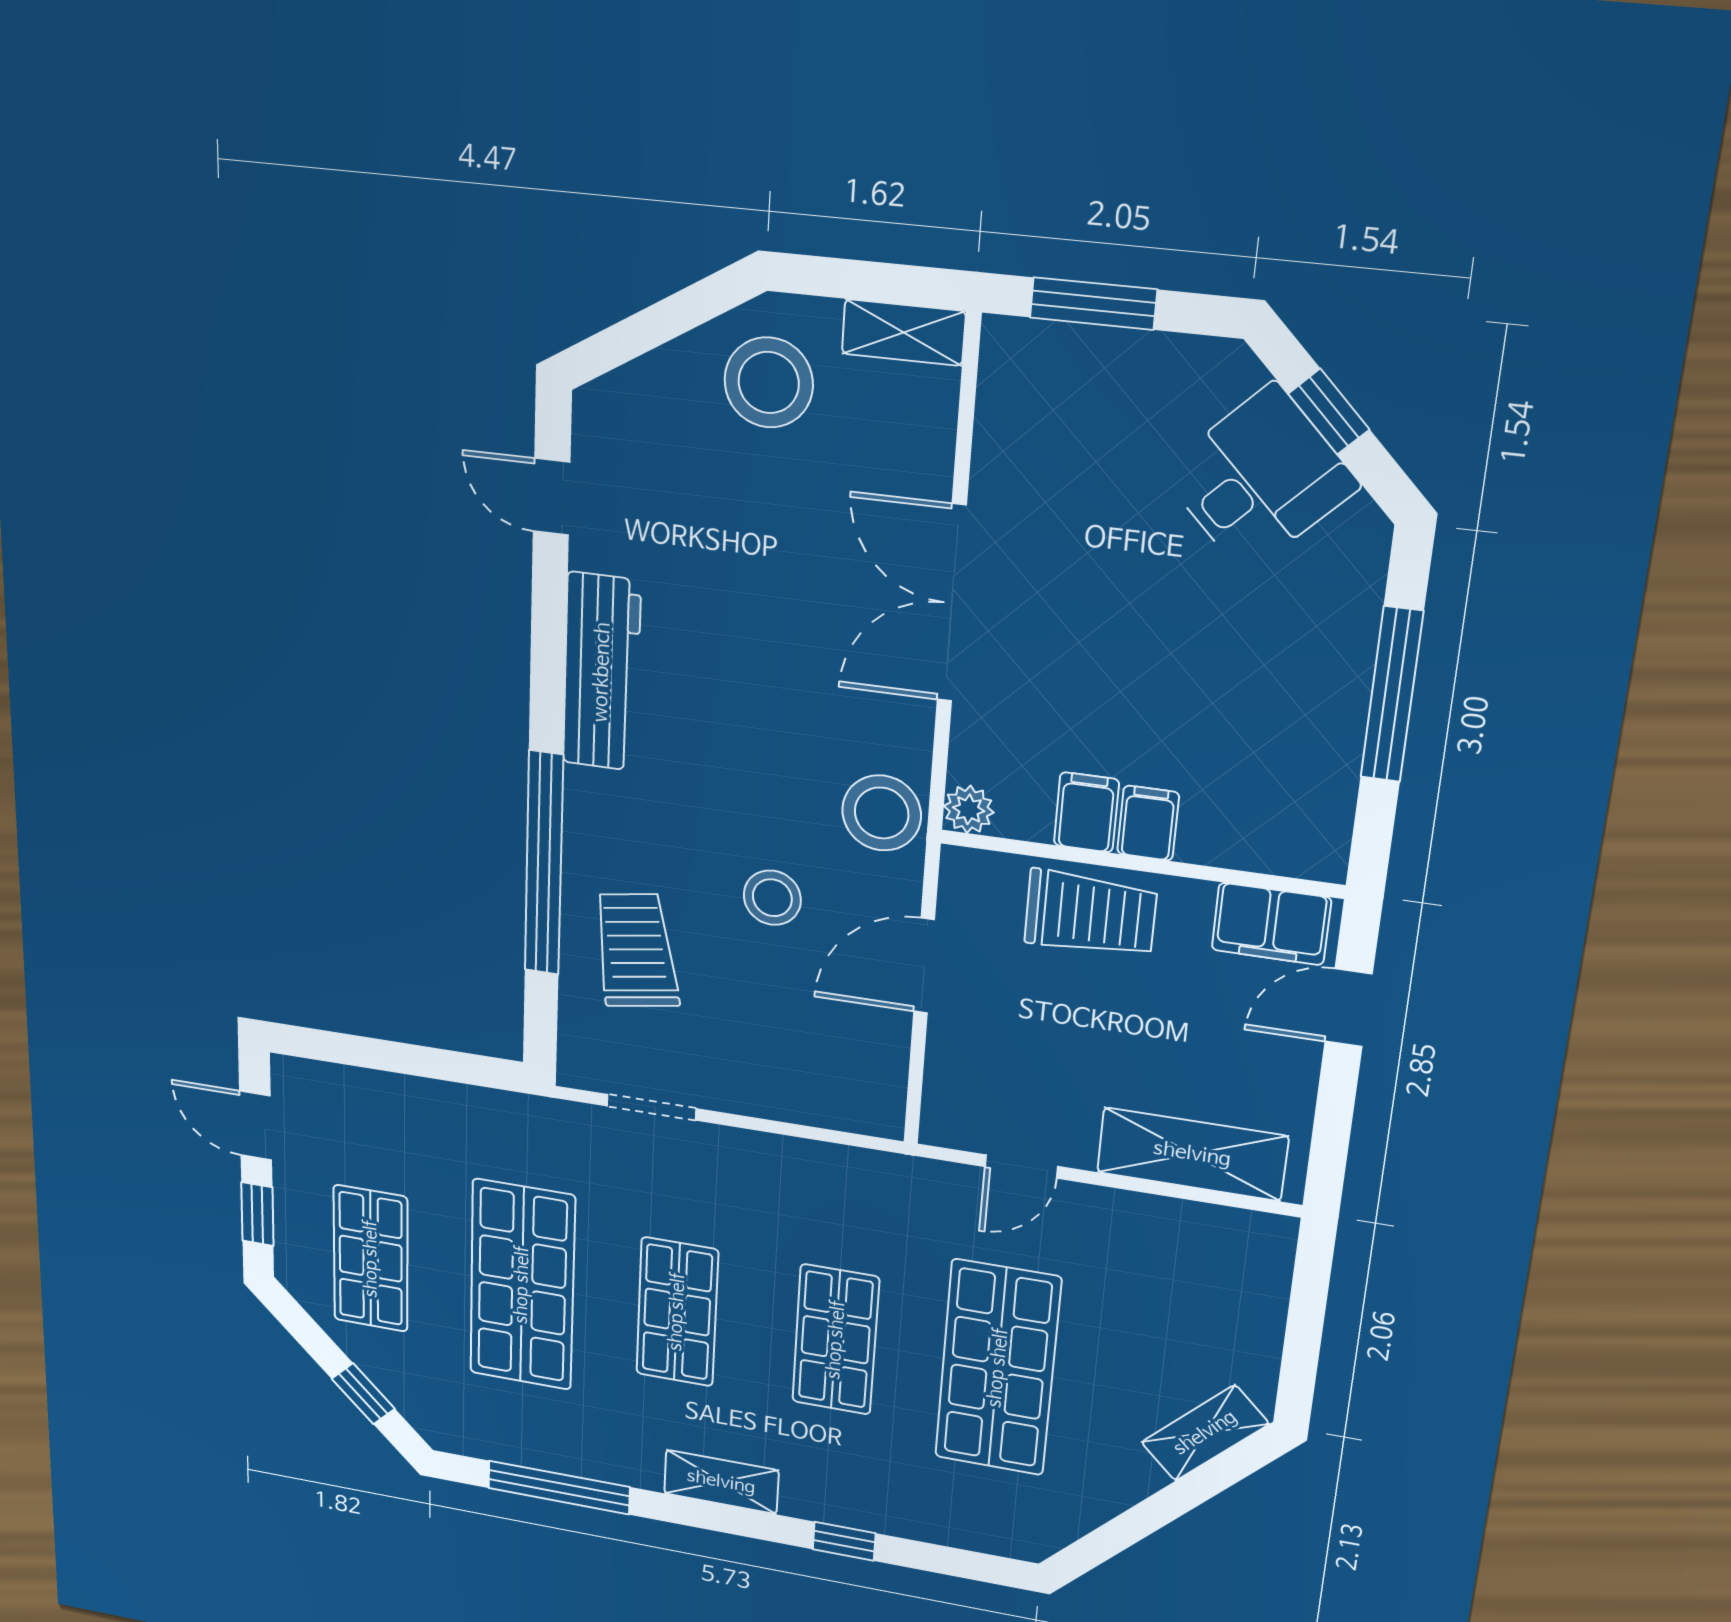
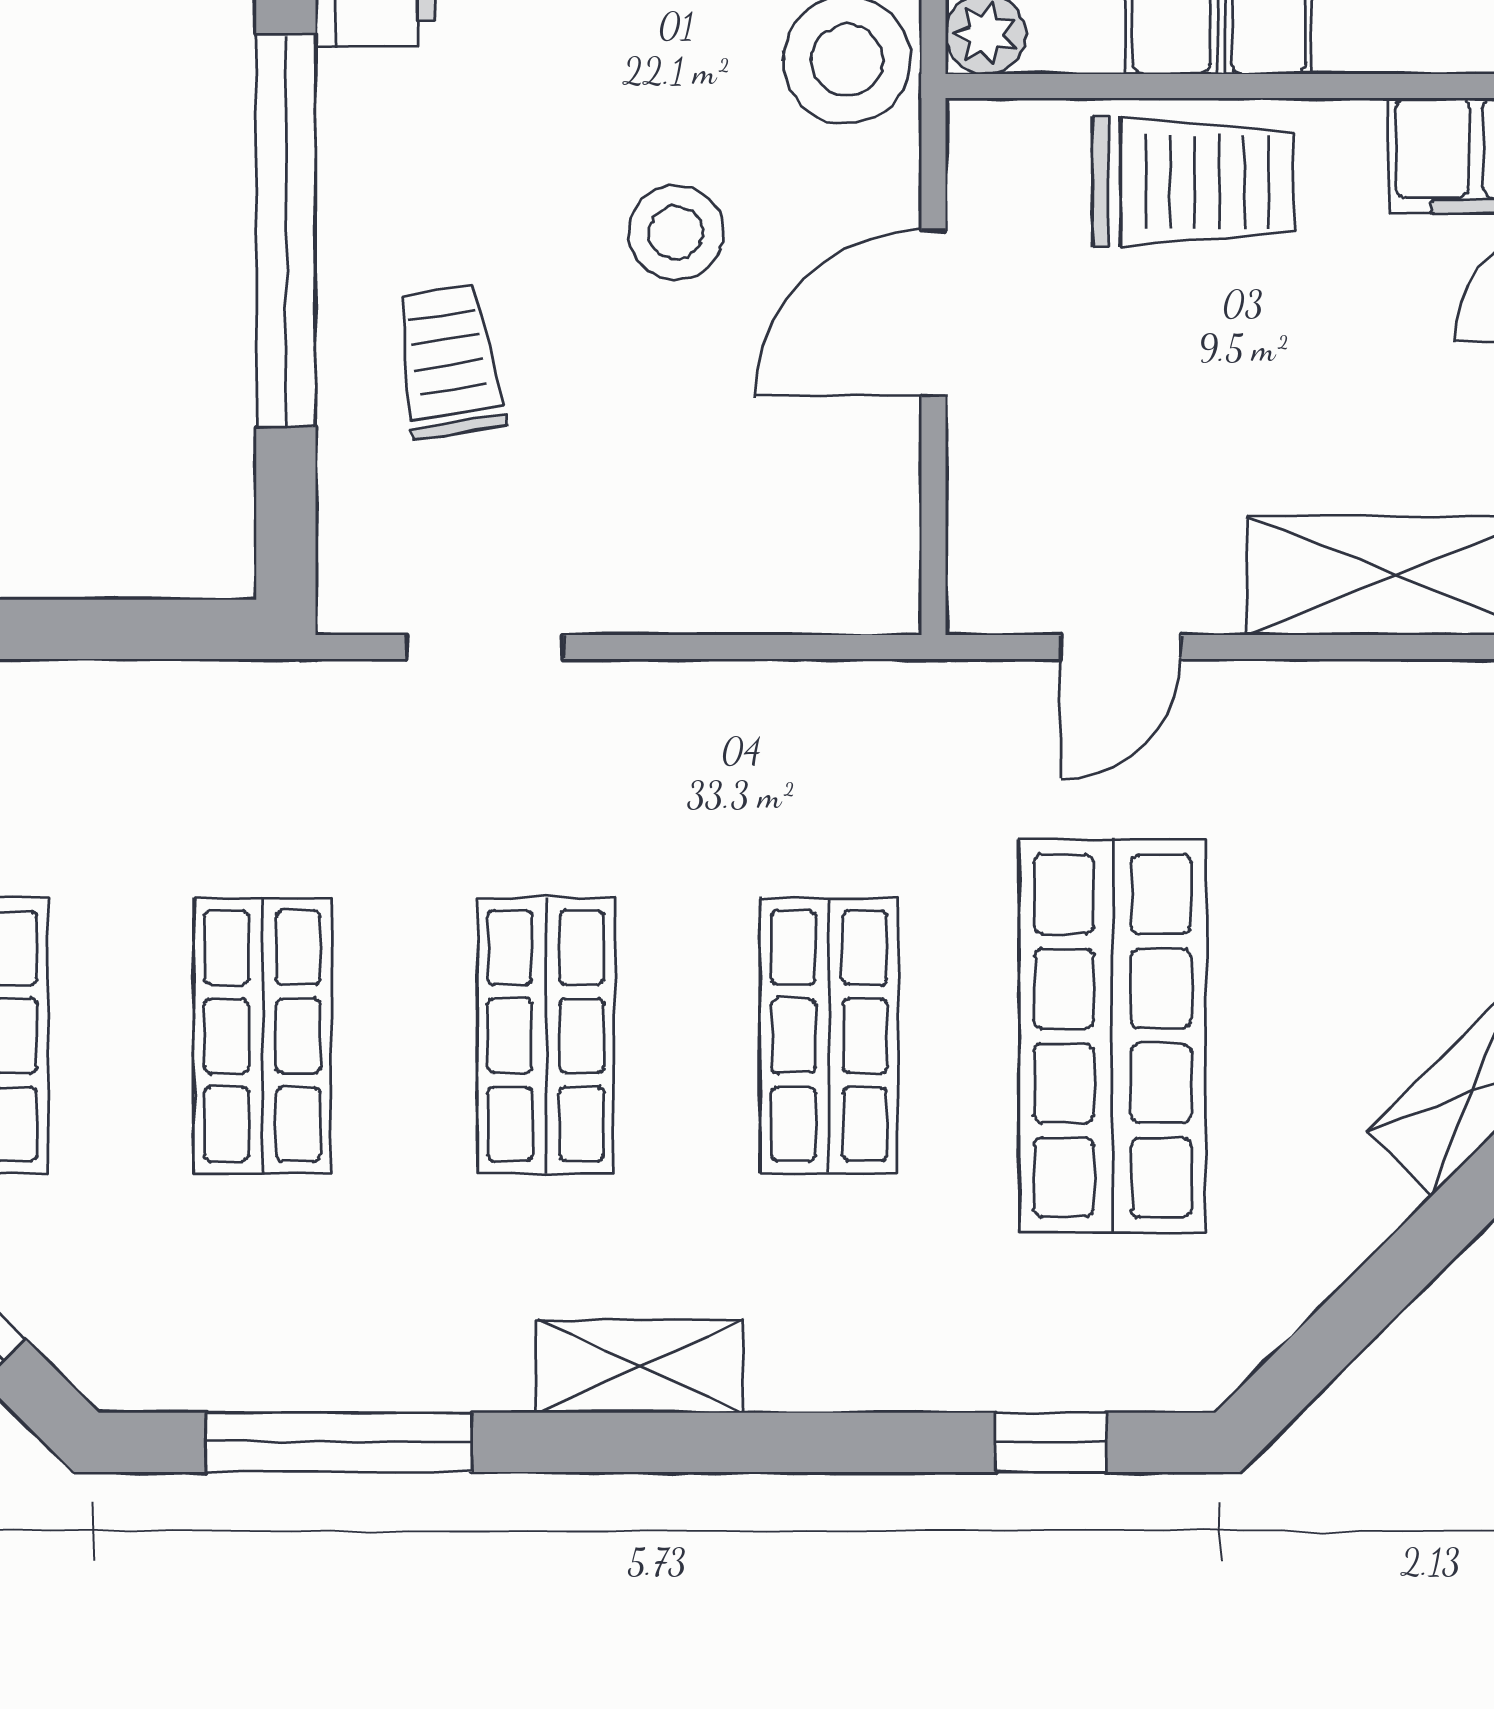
trolley: (636, 950) -> (449, 362), width x0.73, depth x0.72
shop shelf: (522, 1285) -> (262, 1036), width x0.70, depth x0.74
window: (844, 1541) -> (1051, 1442), moved

